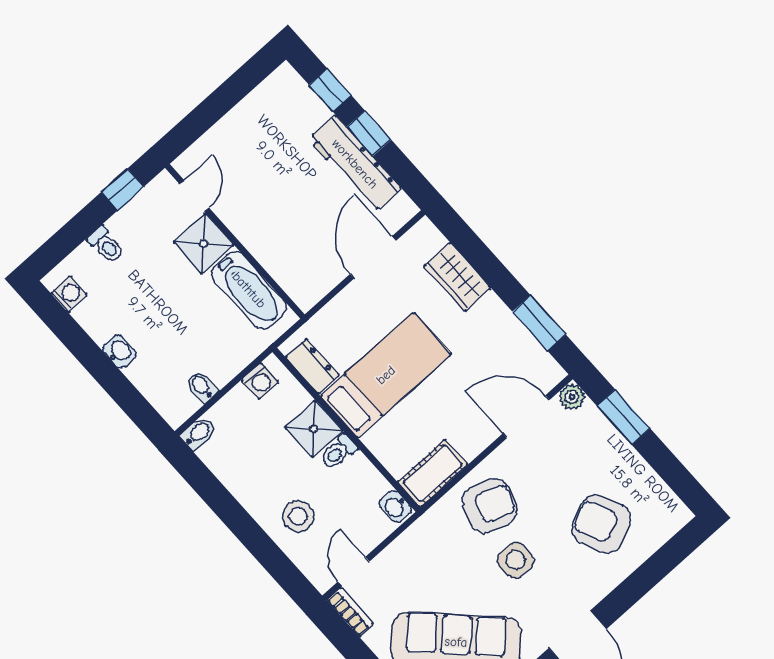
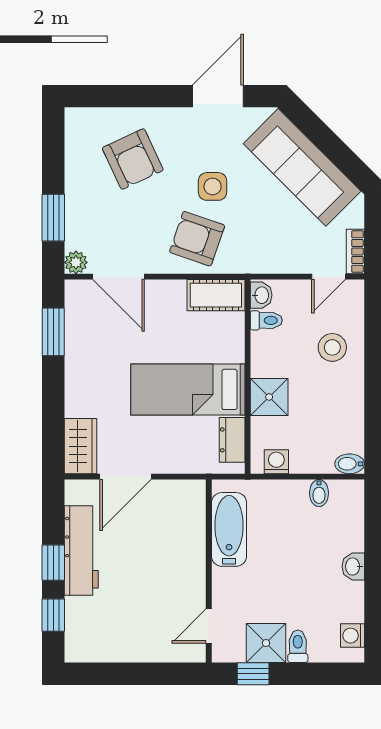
shower: (204, 243) -> (266, 643), moved
wardrobe: (457, 277) -> (80, 446), moved
toilet: (339, 452) -> (266, 320), moved

